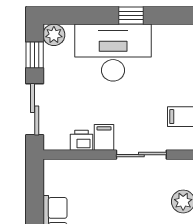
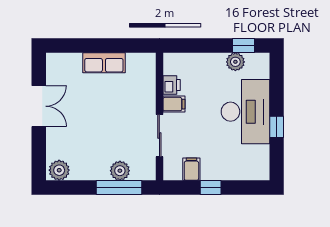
plant: (54, 35) -> (235, 62), moved
sliding door: (35, 109) -> (198, 46), removed

